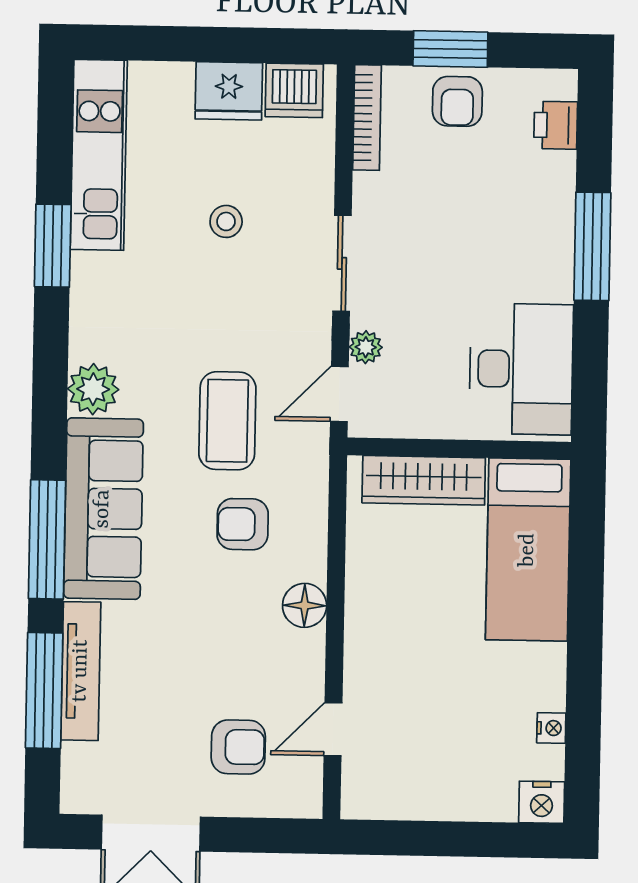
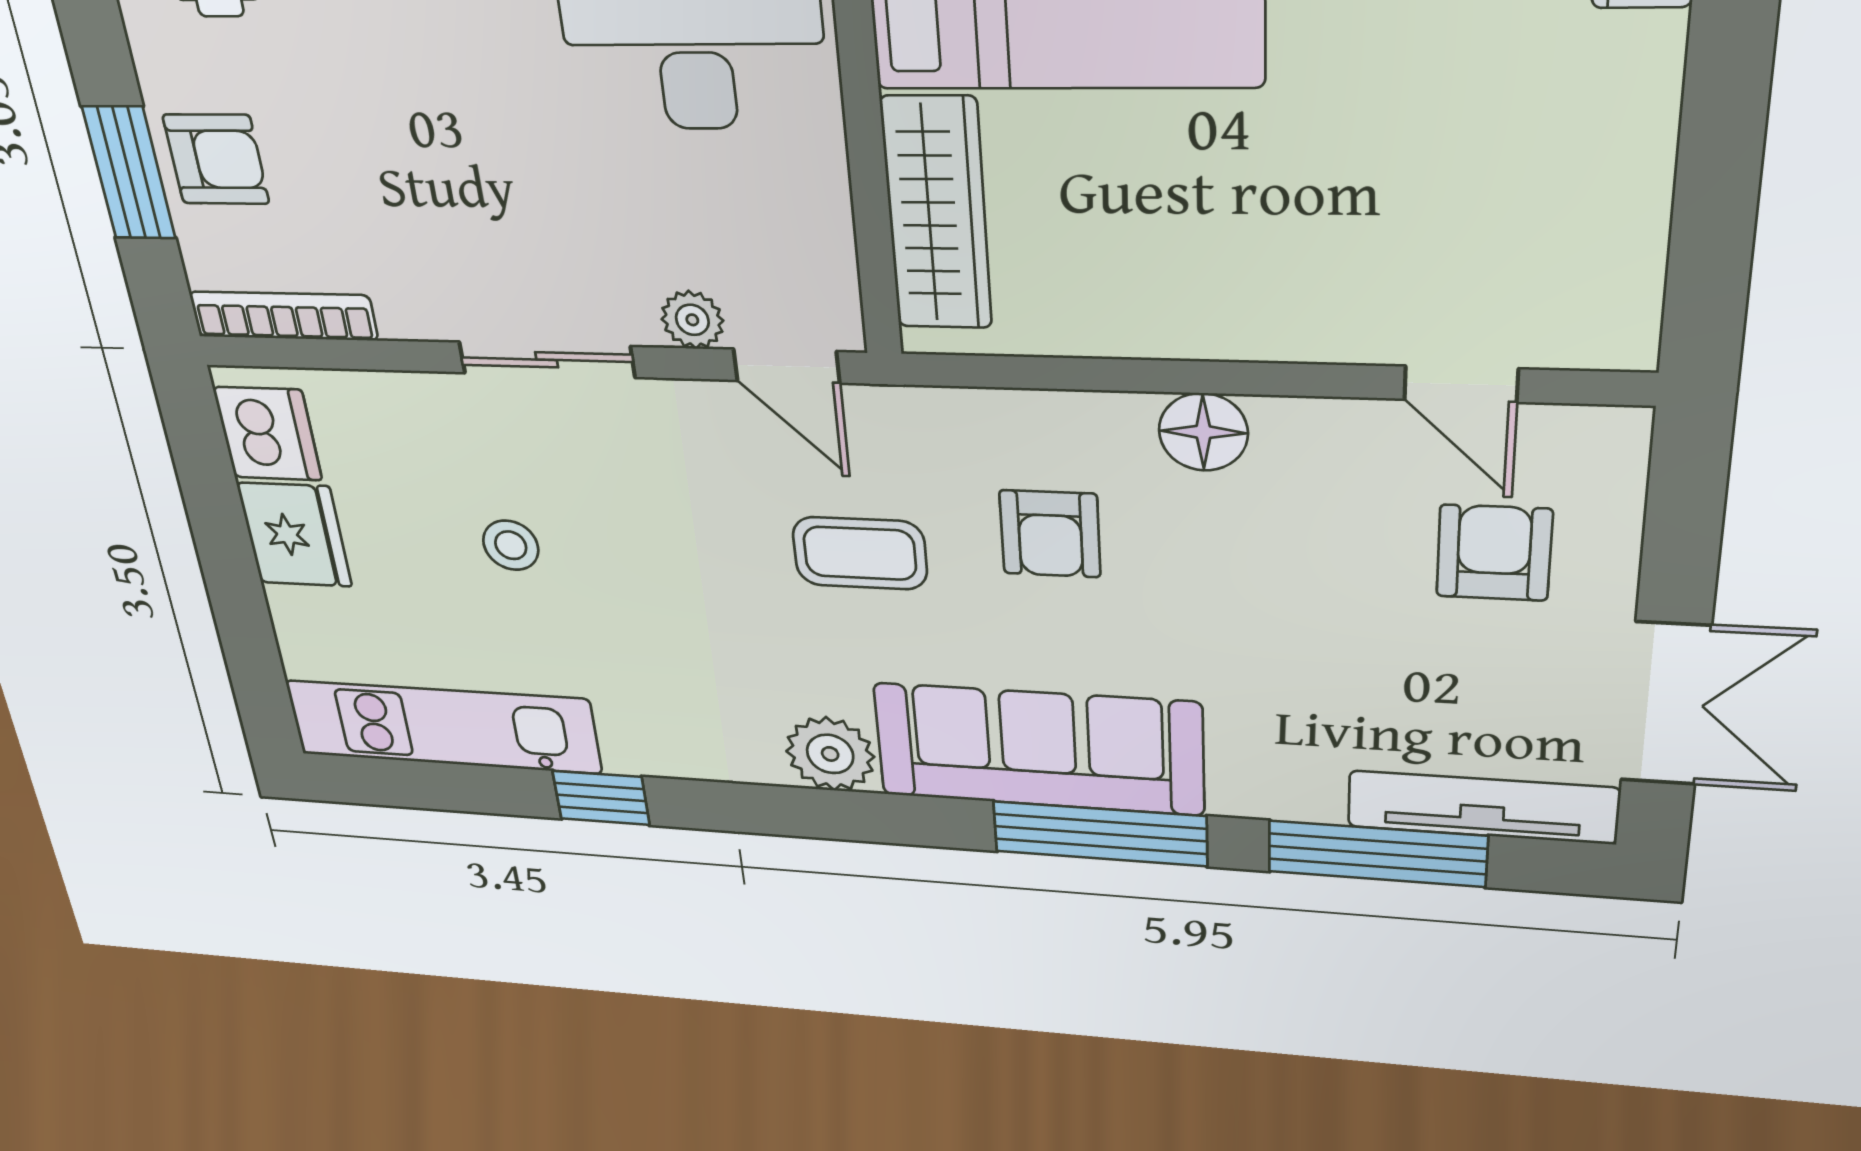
window: (53, 246) -> (601, 798), width x0.67
coffee table: (227, 421) -> (860, 553), width x0.73, depth x0.77
tv unit: (81, 671) -> (1482, 807), moved

